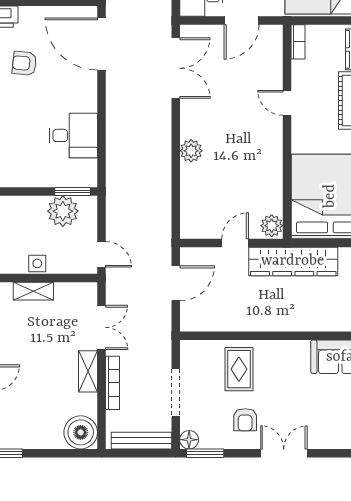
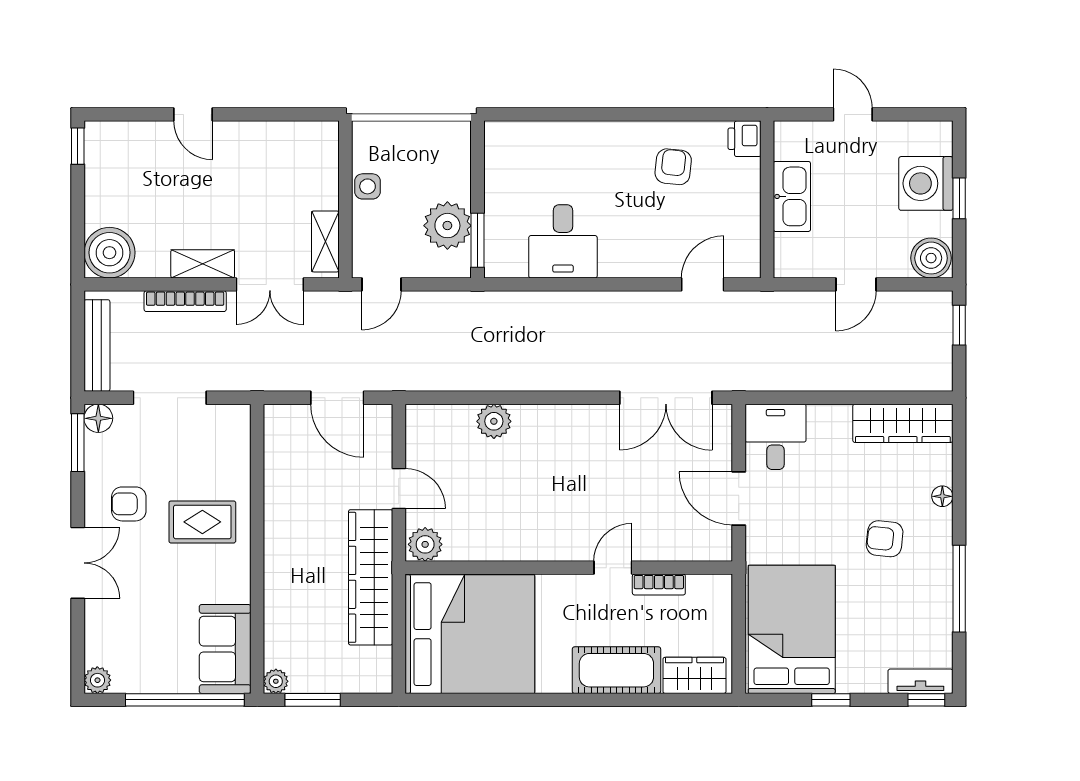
bookcase: (298, 42) -> (659, 585), moved
door: (101, 44) -> (703, 284), width x0.53
plant: (191, 151) -> (494, 421), moved
shelving: (33, 291) -> (325, 241), moved
rug: (239, 369) -> (202, 522), moved

